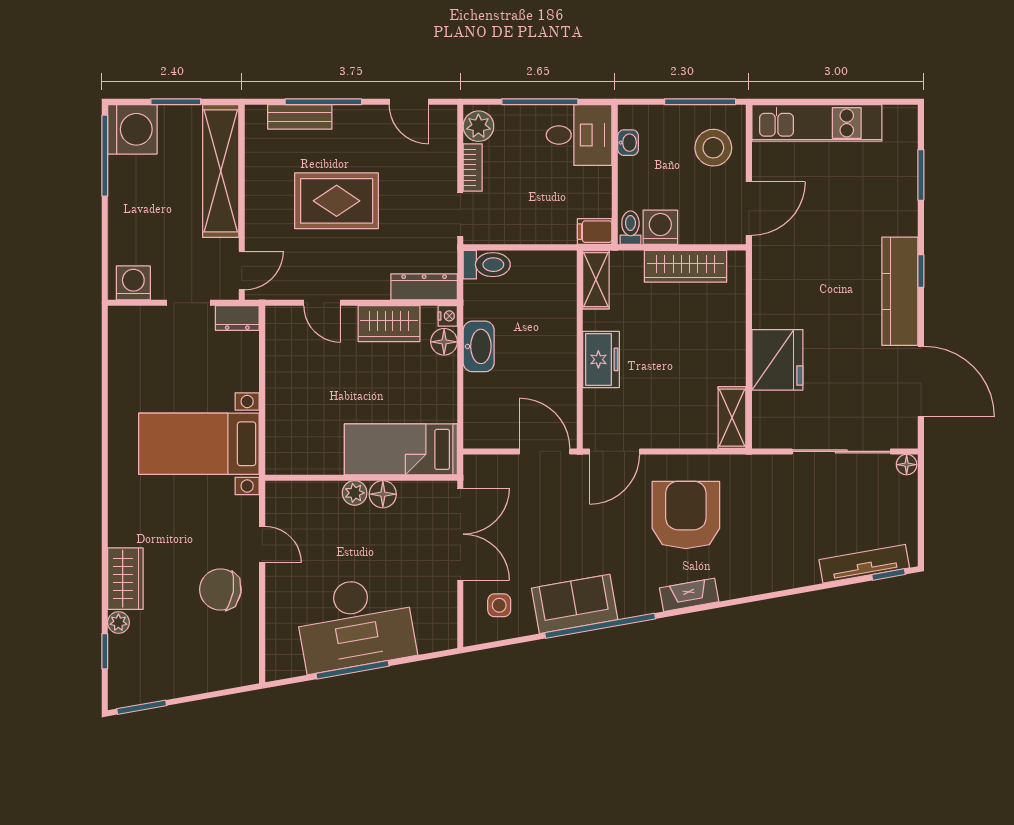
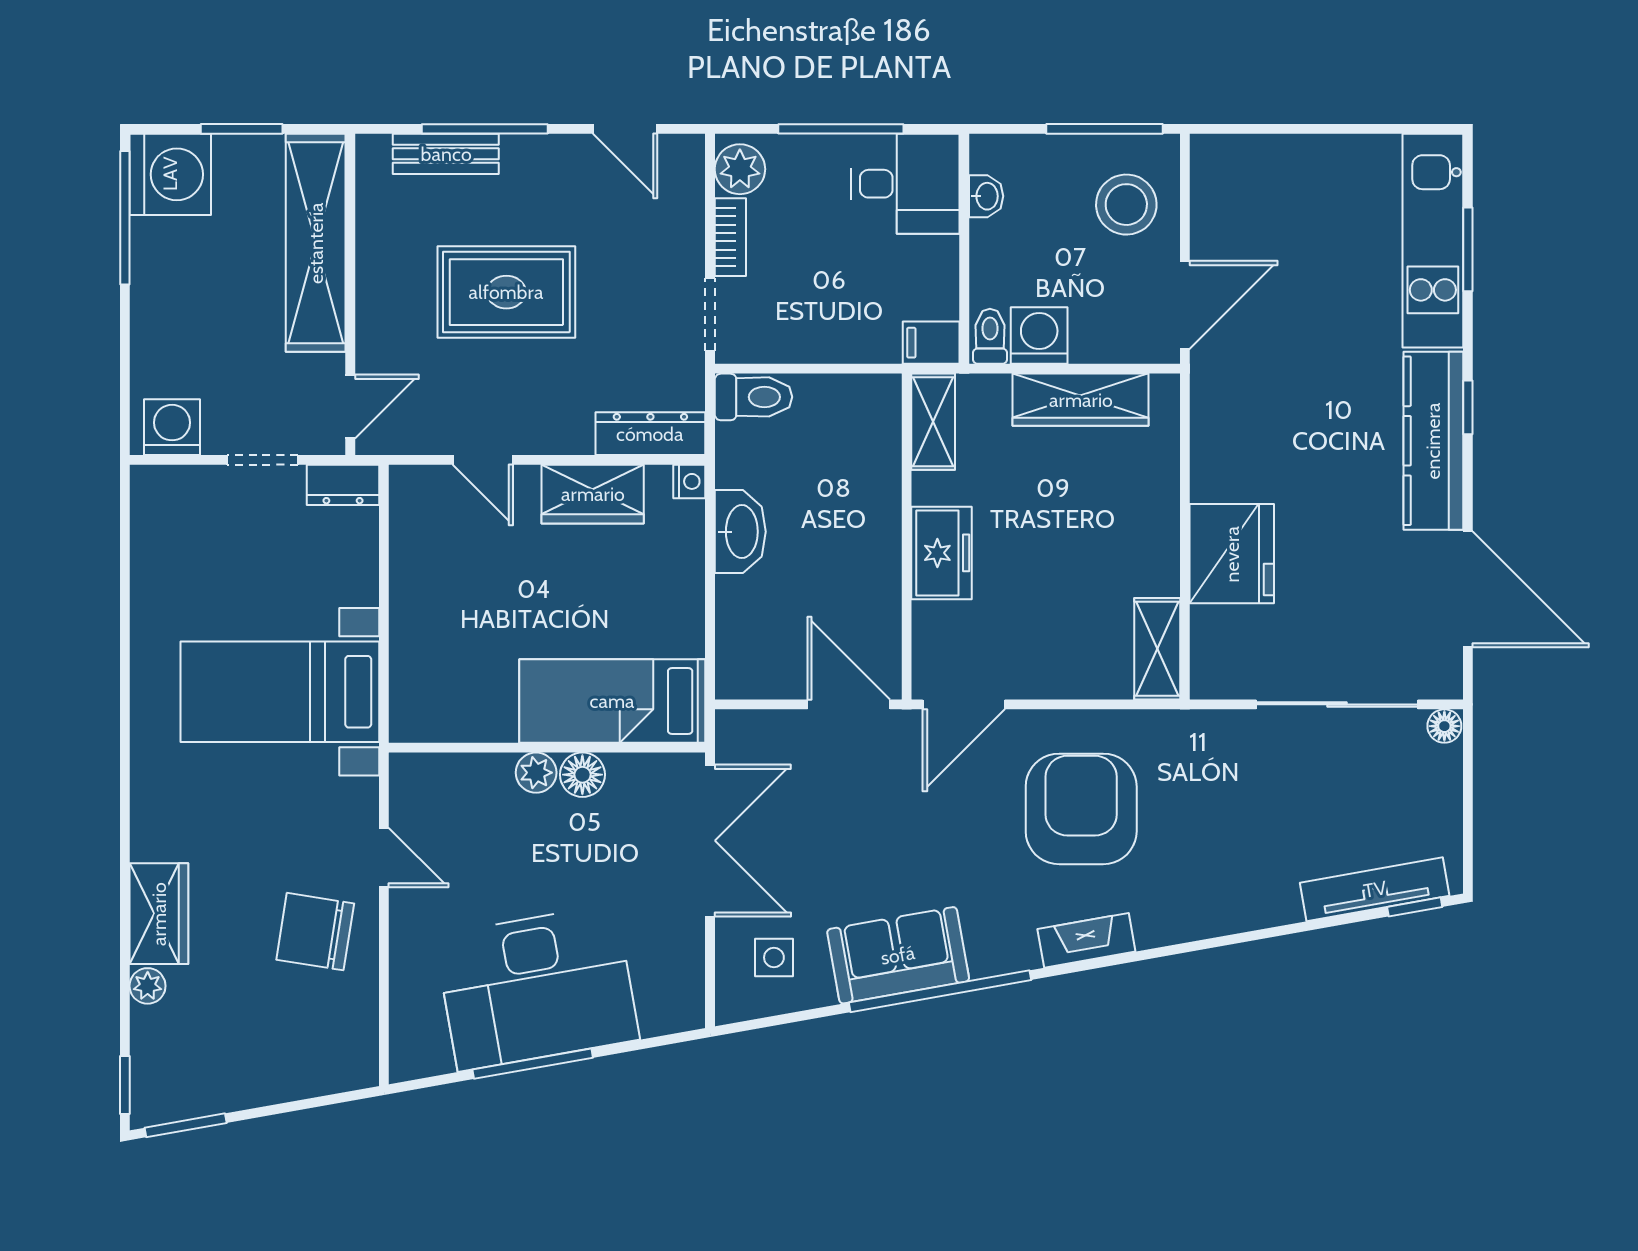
kitchen unit: (817, 123) -> (1433, 241), moved, turned 90
floor lamp: (444, 342) -> (683, 524), removed
window: (105, 651) -> (125, 1085), moved

